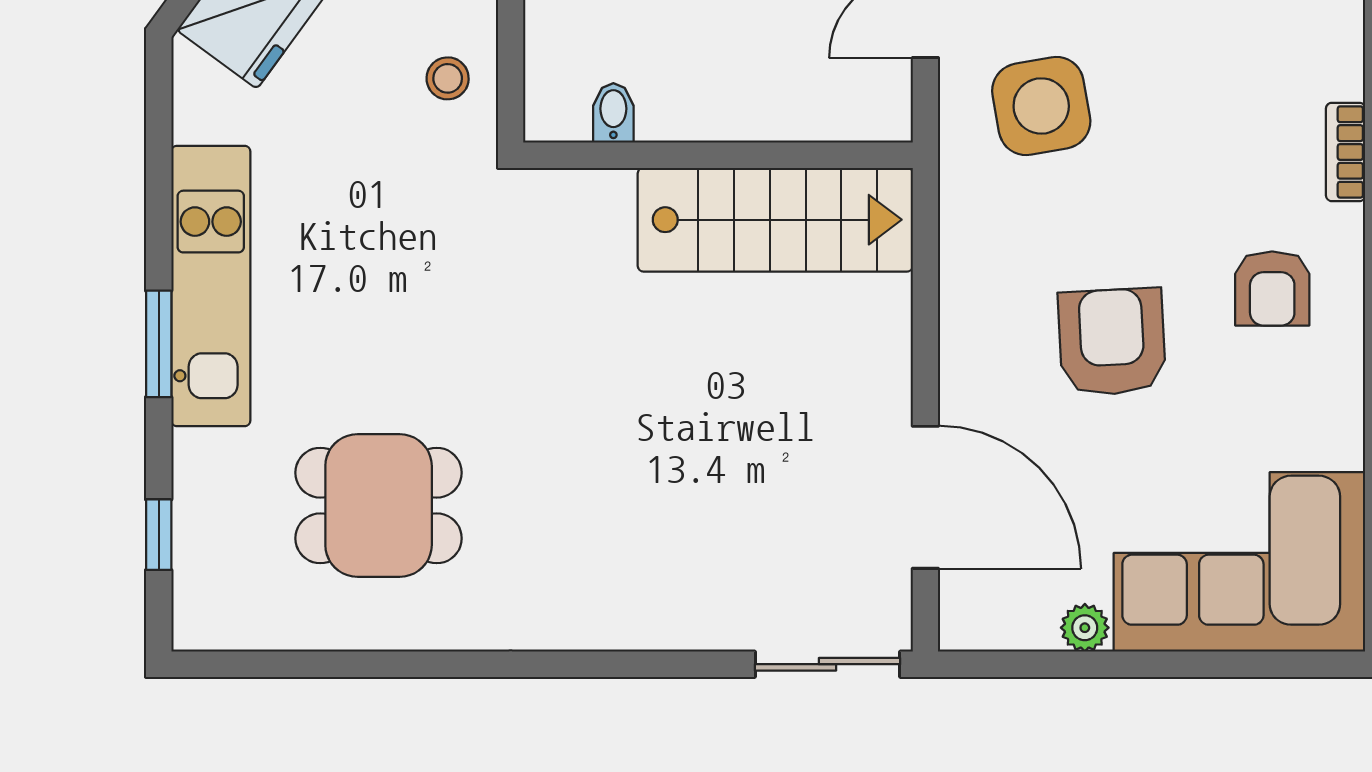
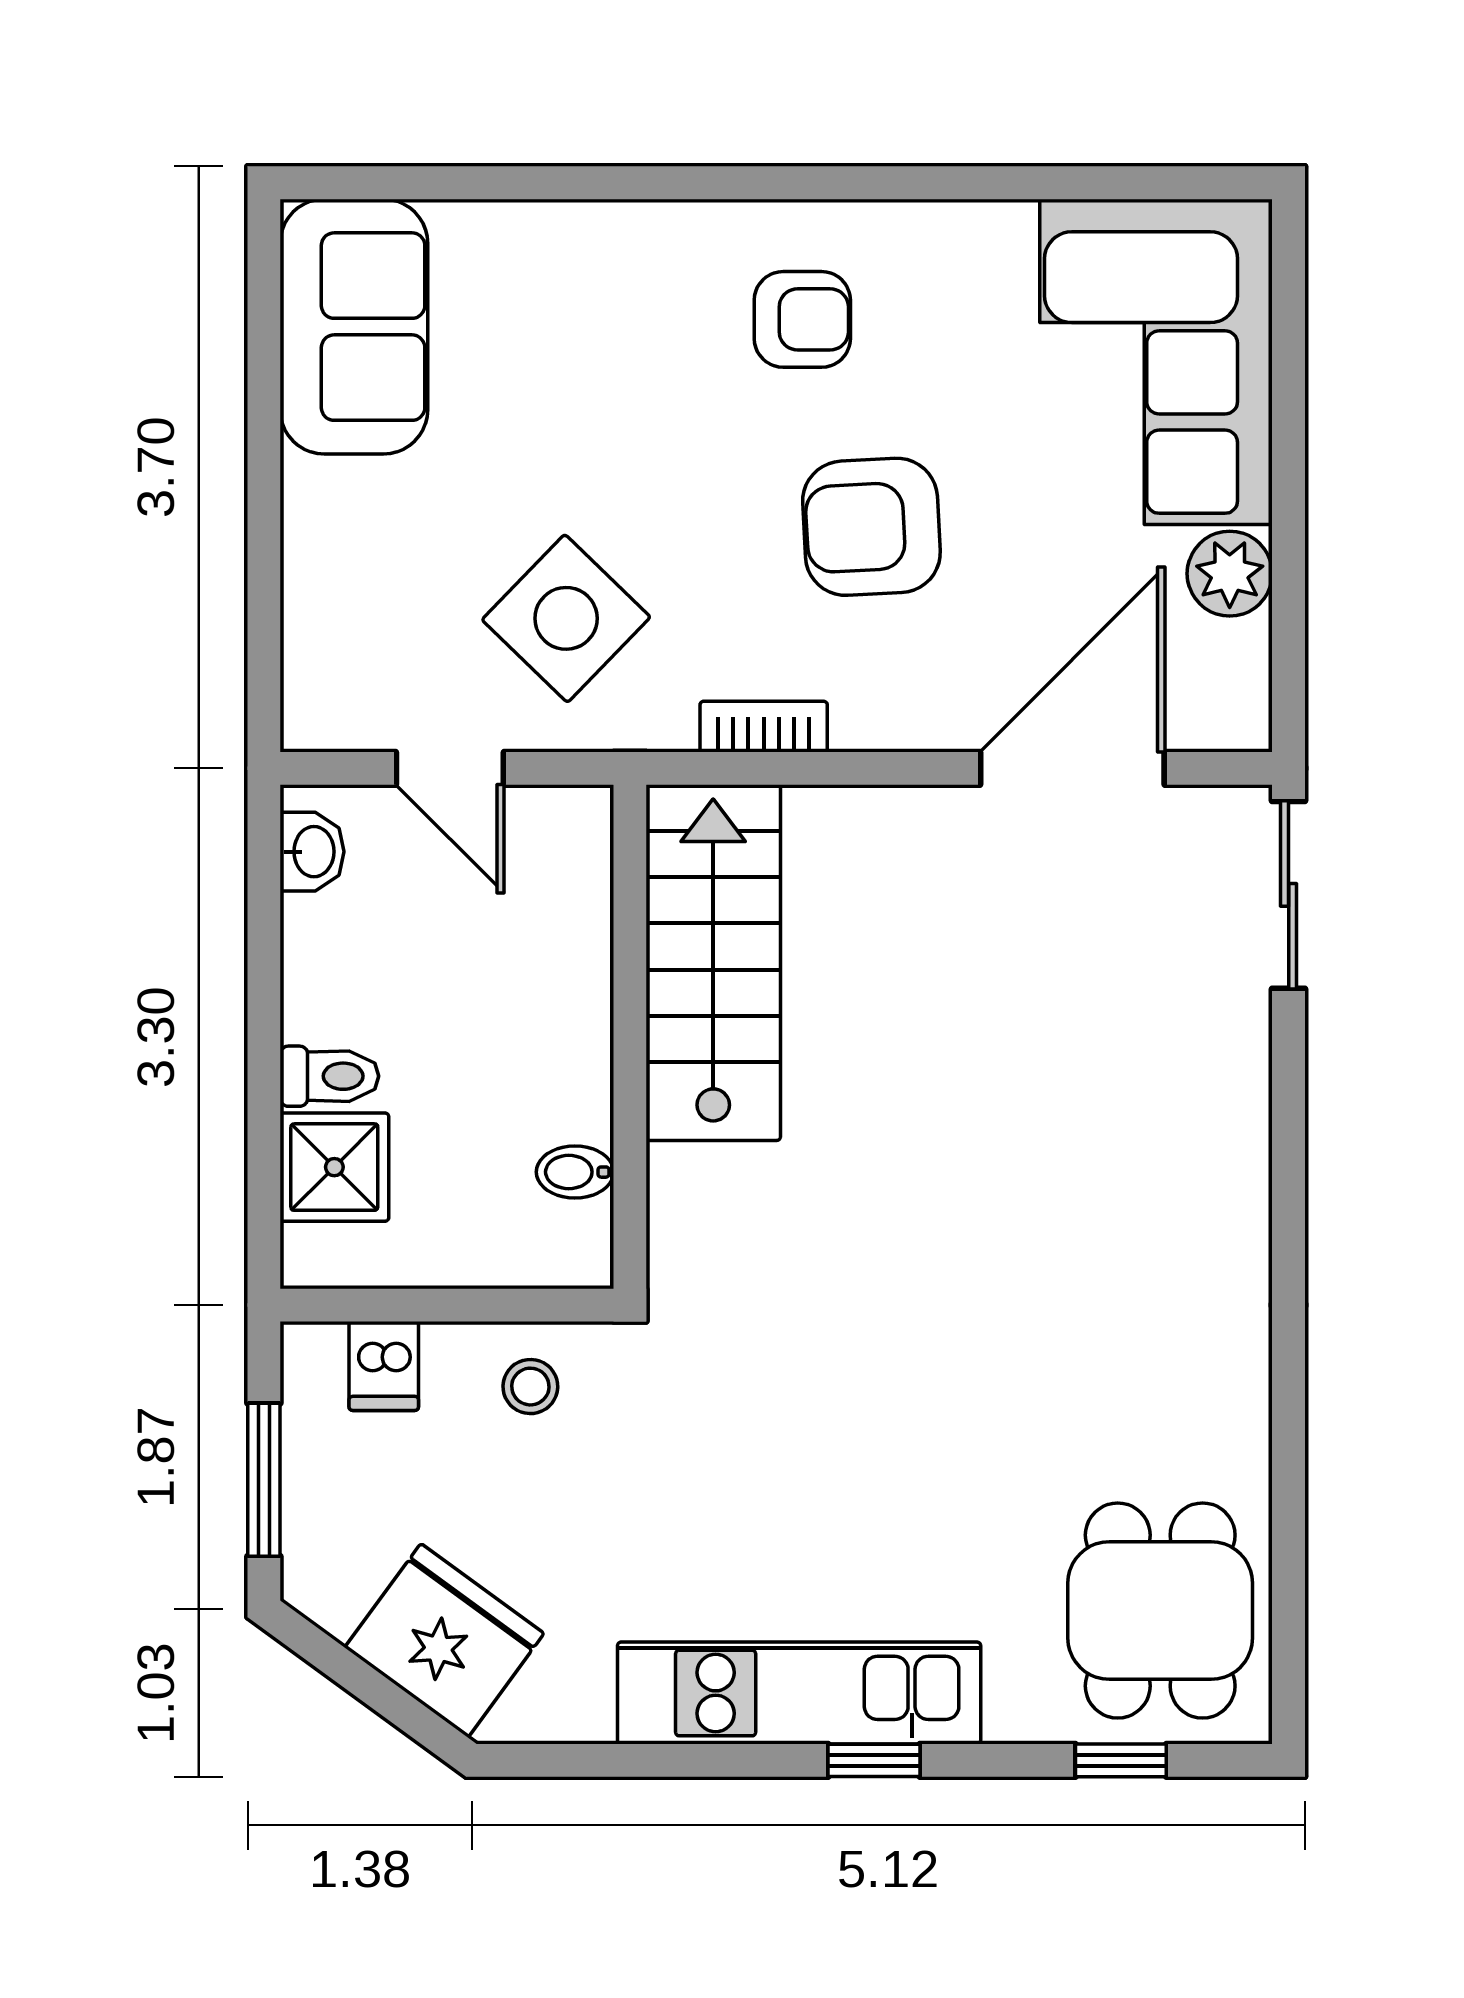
side table: (1041, 106) -> (566, 618), turned -36
bookcase: (1346, 152) -> (764, 727), moved, turned 180
window: (159, 344) -> (874, 1760), width x0.67
dining table: (379, 505) -> (1160, 1611), moved
plant: (1085, 628) -> (1230, 574), width x1.38, depth x1.38

